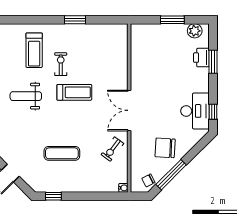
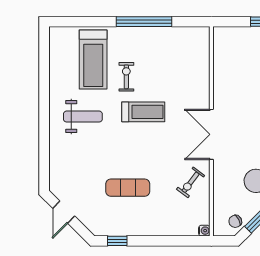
window: (75, 20) -> (144, 22), width x2.11
treadmill: (34, 50) -> (93, 59), width x1.37, depth x1.38
weight bench: (26, 96) -> (83, 117), turned 180

